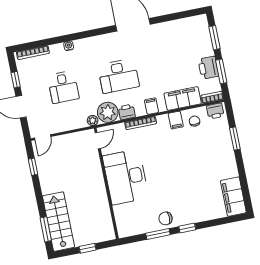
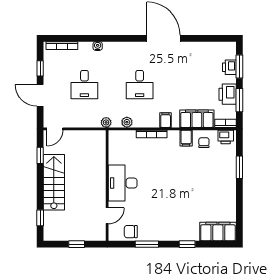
desk: (118, 76) -> (140, 85), width x0.73
plant: (108, 112) -> (127, 122), width x0.53, depth x0.53
printer: (127, 112) -> (229, 67), moved, turned -90
door: (98, 141) -> (107, 216), moved
desk: (126, 177) -> (123, 183), width x0.73, depth x0.77
filing cabinet: (233, 197) -> (218, 231), moved, turned 90
chair: (166, 218) -> (131, 232), moved
stairs: (59, 222) -> (54, 182), moved
window: (187, 228) -> (187, 244), moved
window: (46, 229) -> (40, 218), width x0.67

